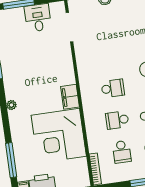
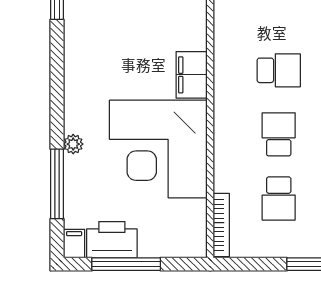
plant: (11, 105) -> (73, 144), moved
school desk: (117, 120) -> (279, 134), turned 90

